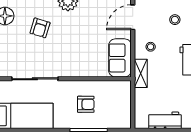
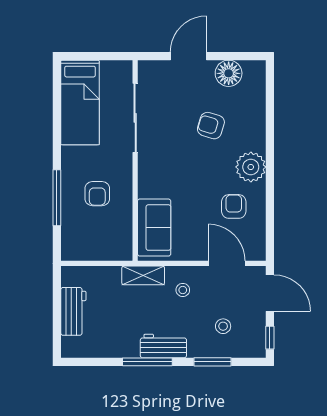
armchair: (94, 12) -> (234, 206), added
sofa: (120, 58) -> (154, 228), moved, turned 90

